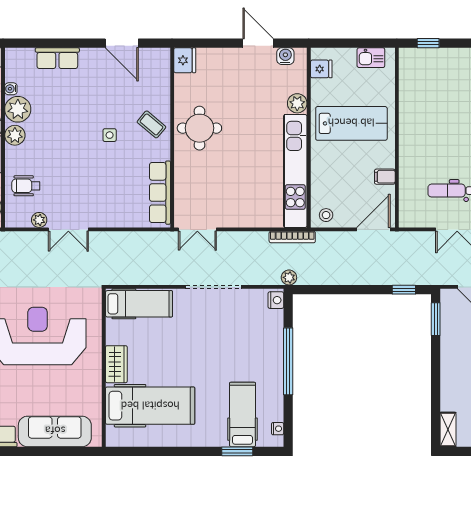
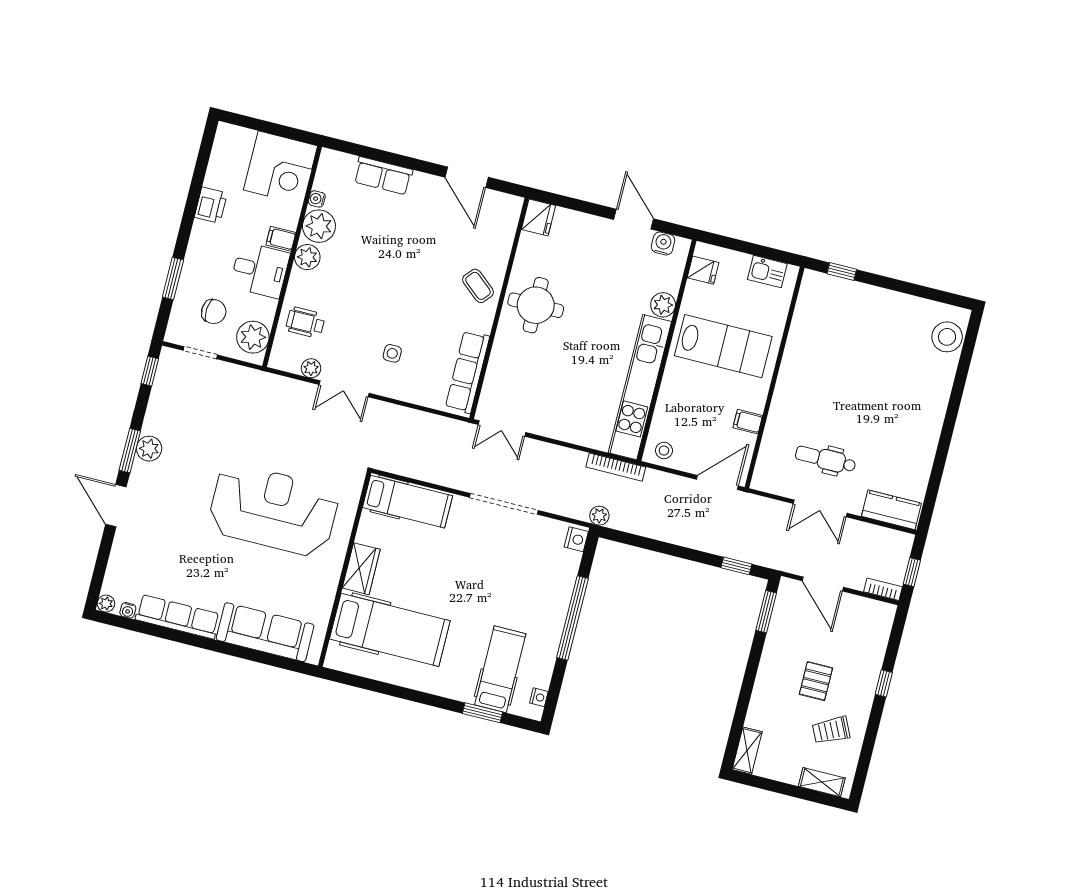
side table: (110, 135) -> (392, 353), moved

